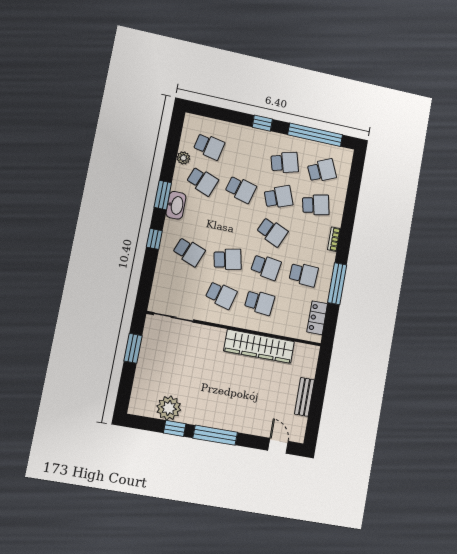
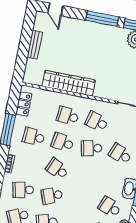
school desk: (241, 189) -> (81, 201), removed

